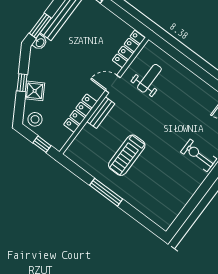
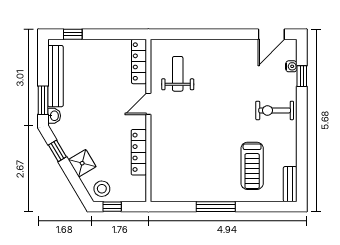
window: (22, 83) -> (57, 151), moved
bench: (101, 113) -> (290, 184), moved
window: (42, 144) -> (112, 207), moved
treadmill: (127, 155) -> (252, 166), moved

